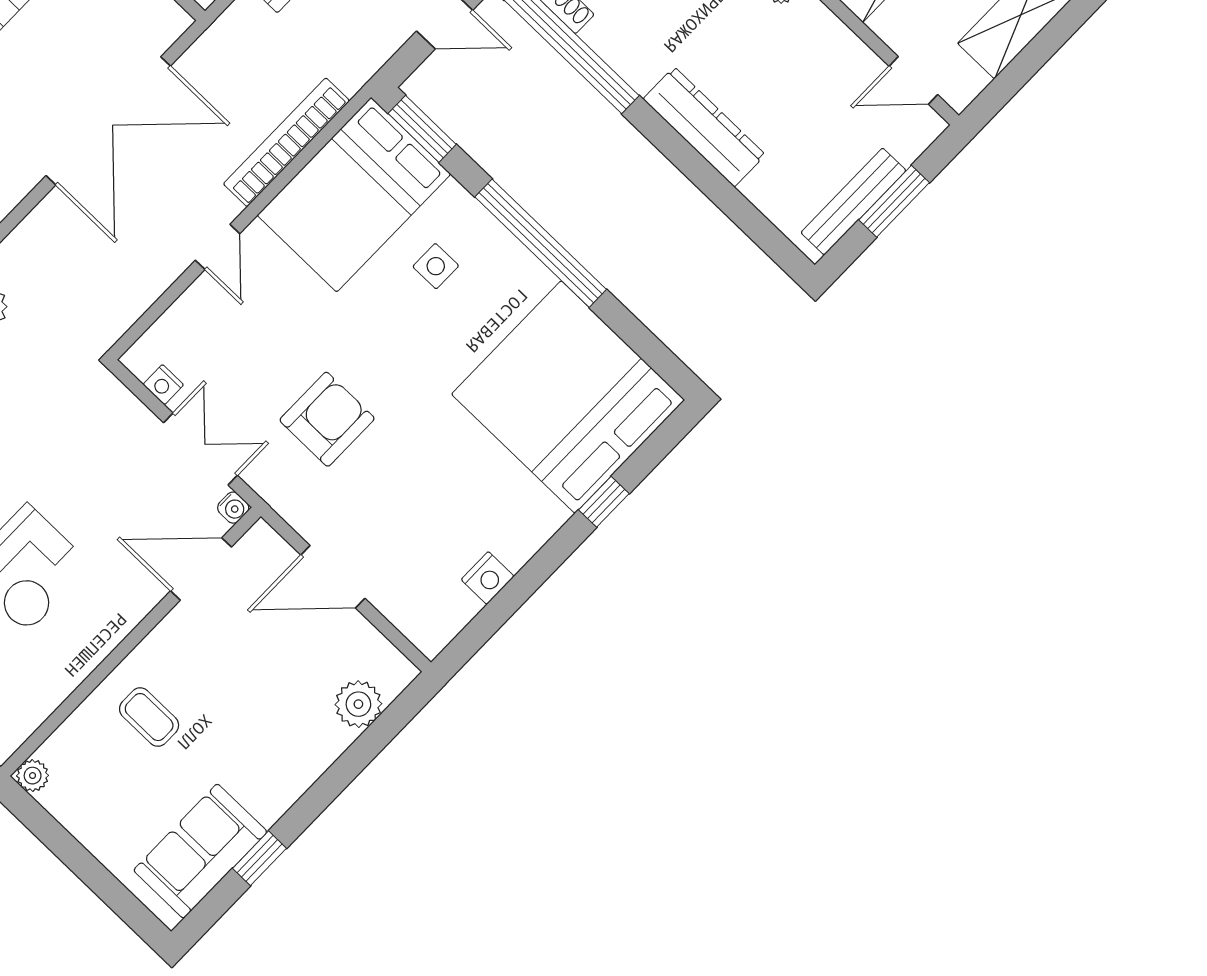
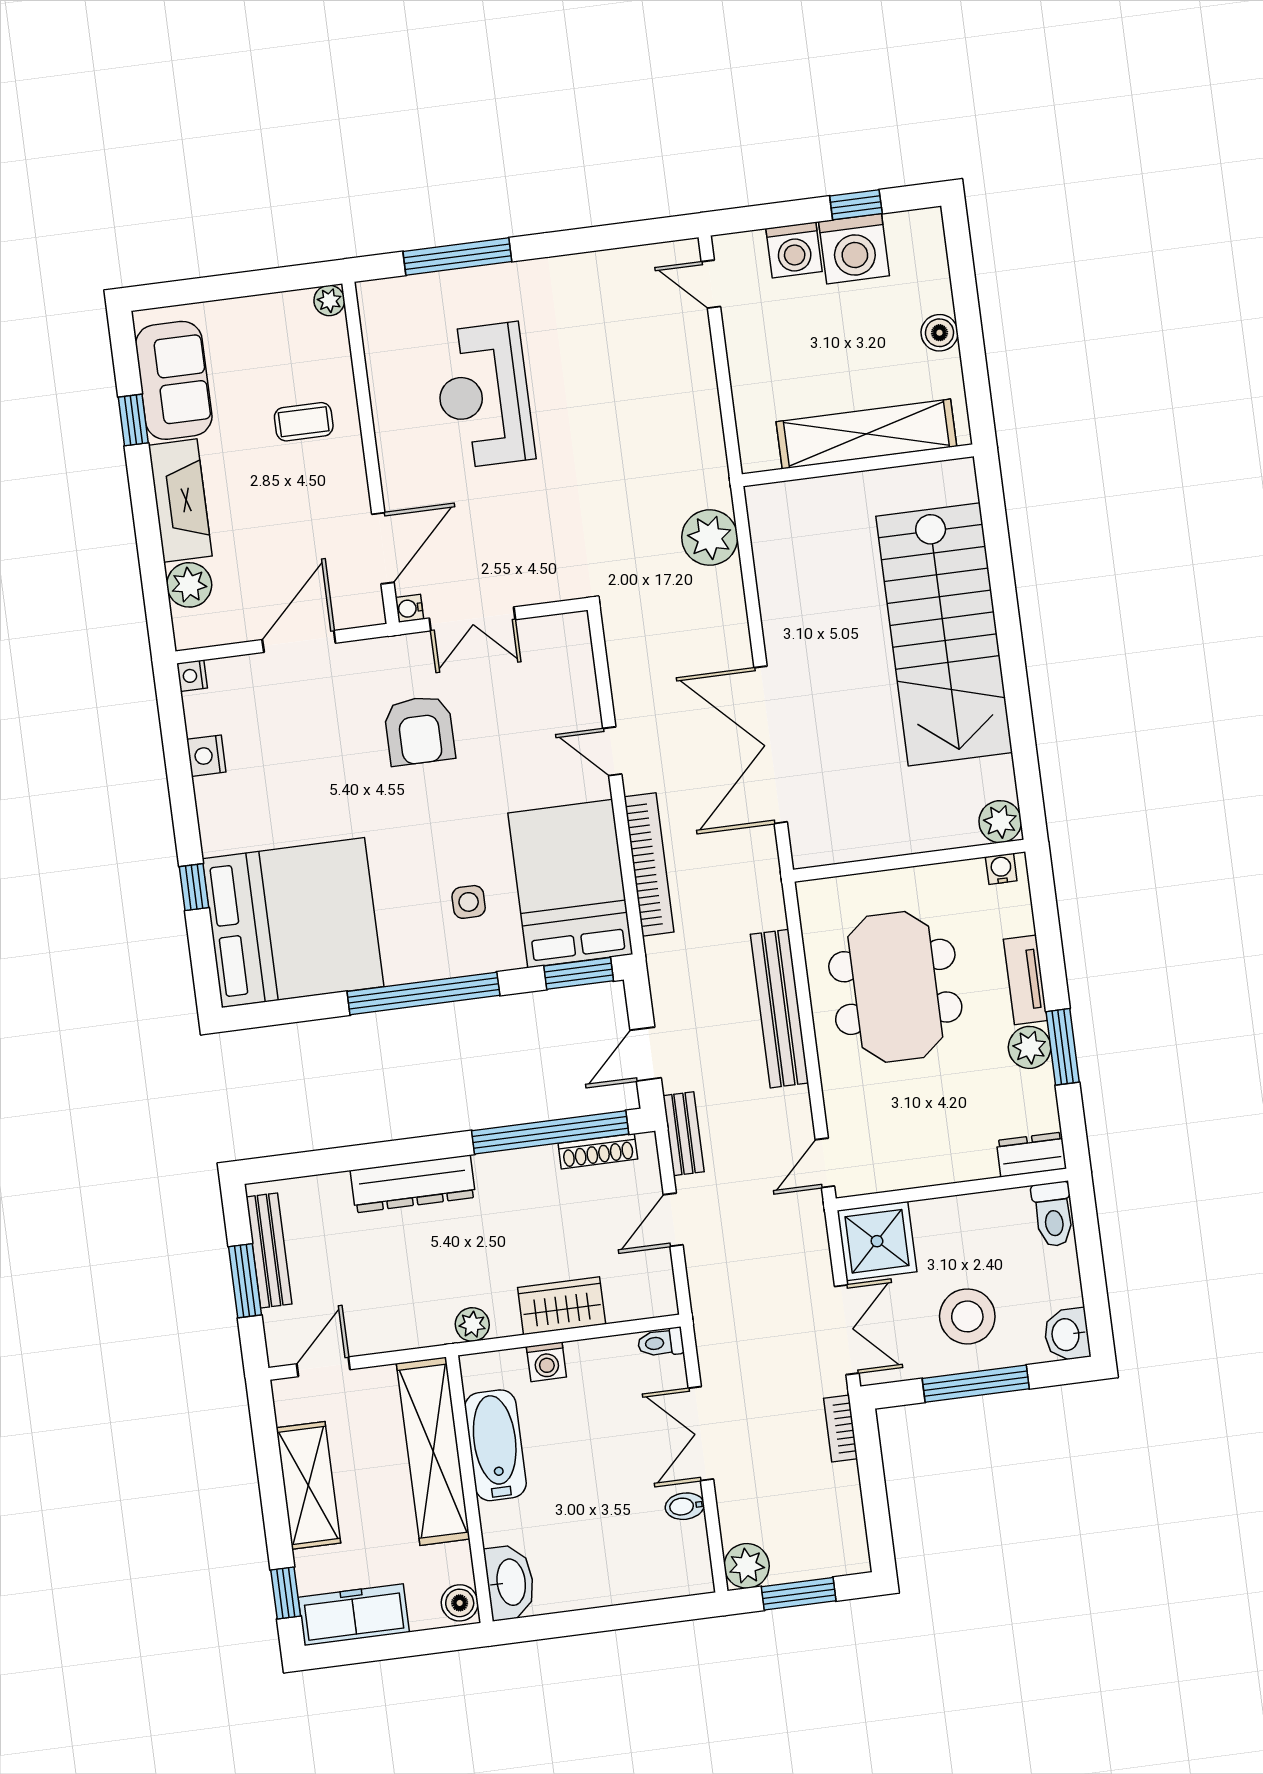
nightstand: (163, 385) -> (192, 676), moved, turned -90
fireplace: (295, 767) -> (180, 501), added

